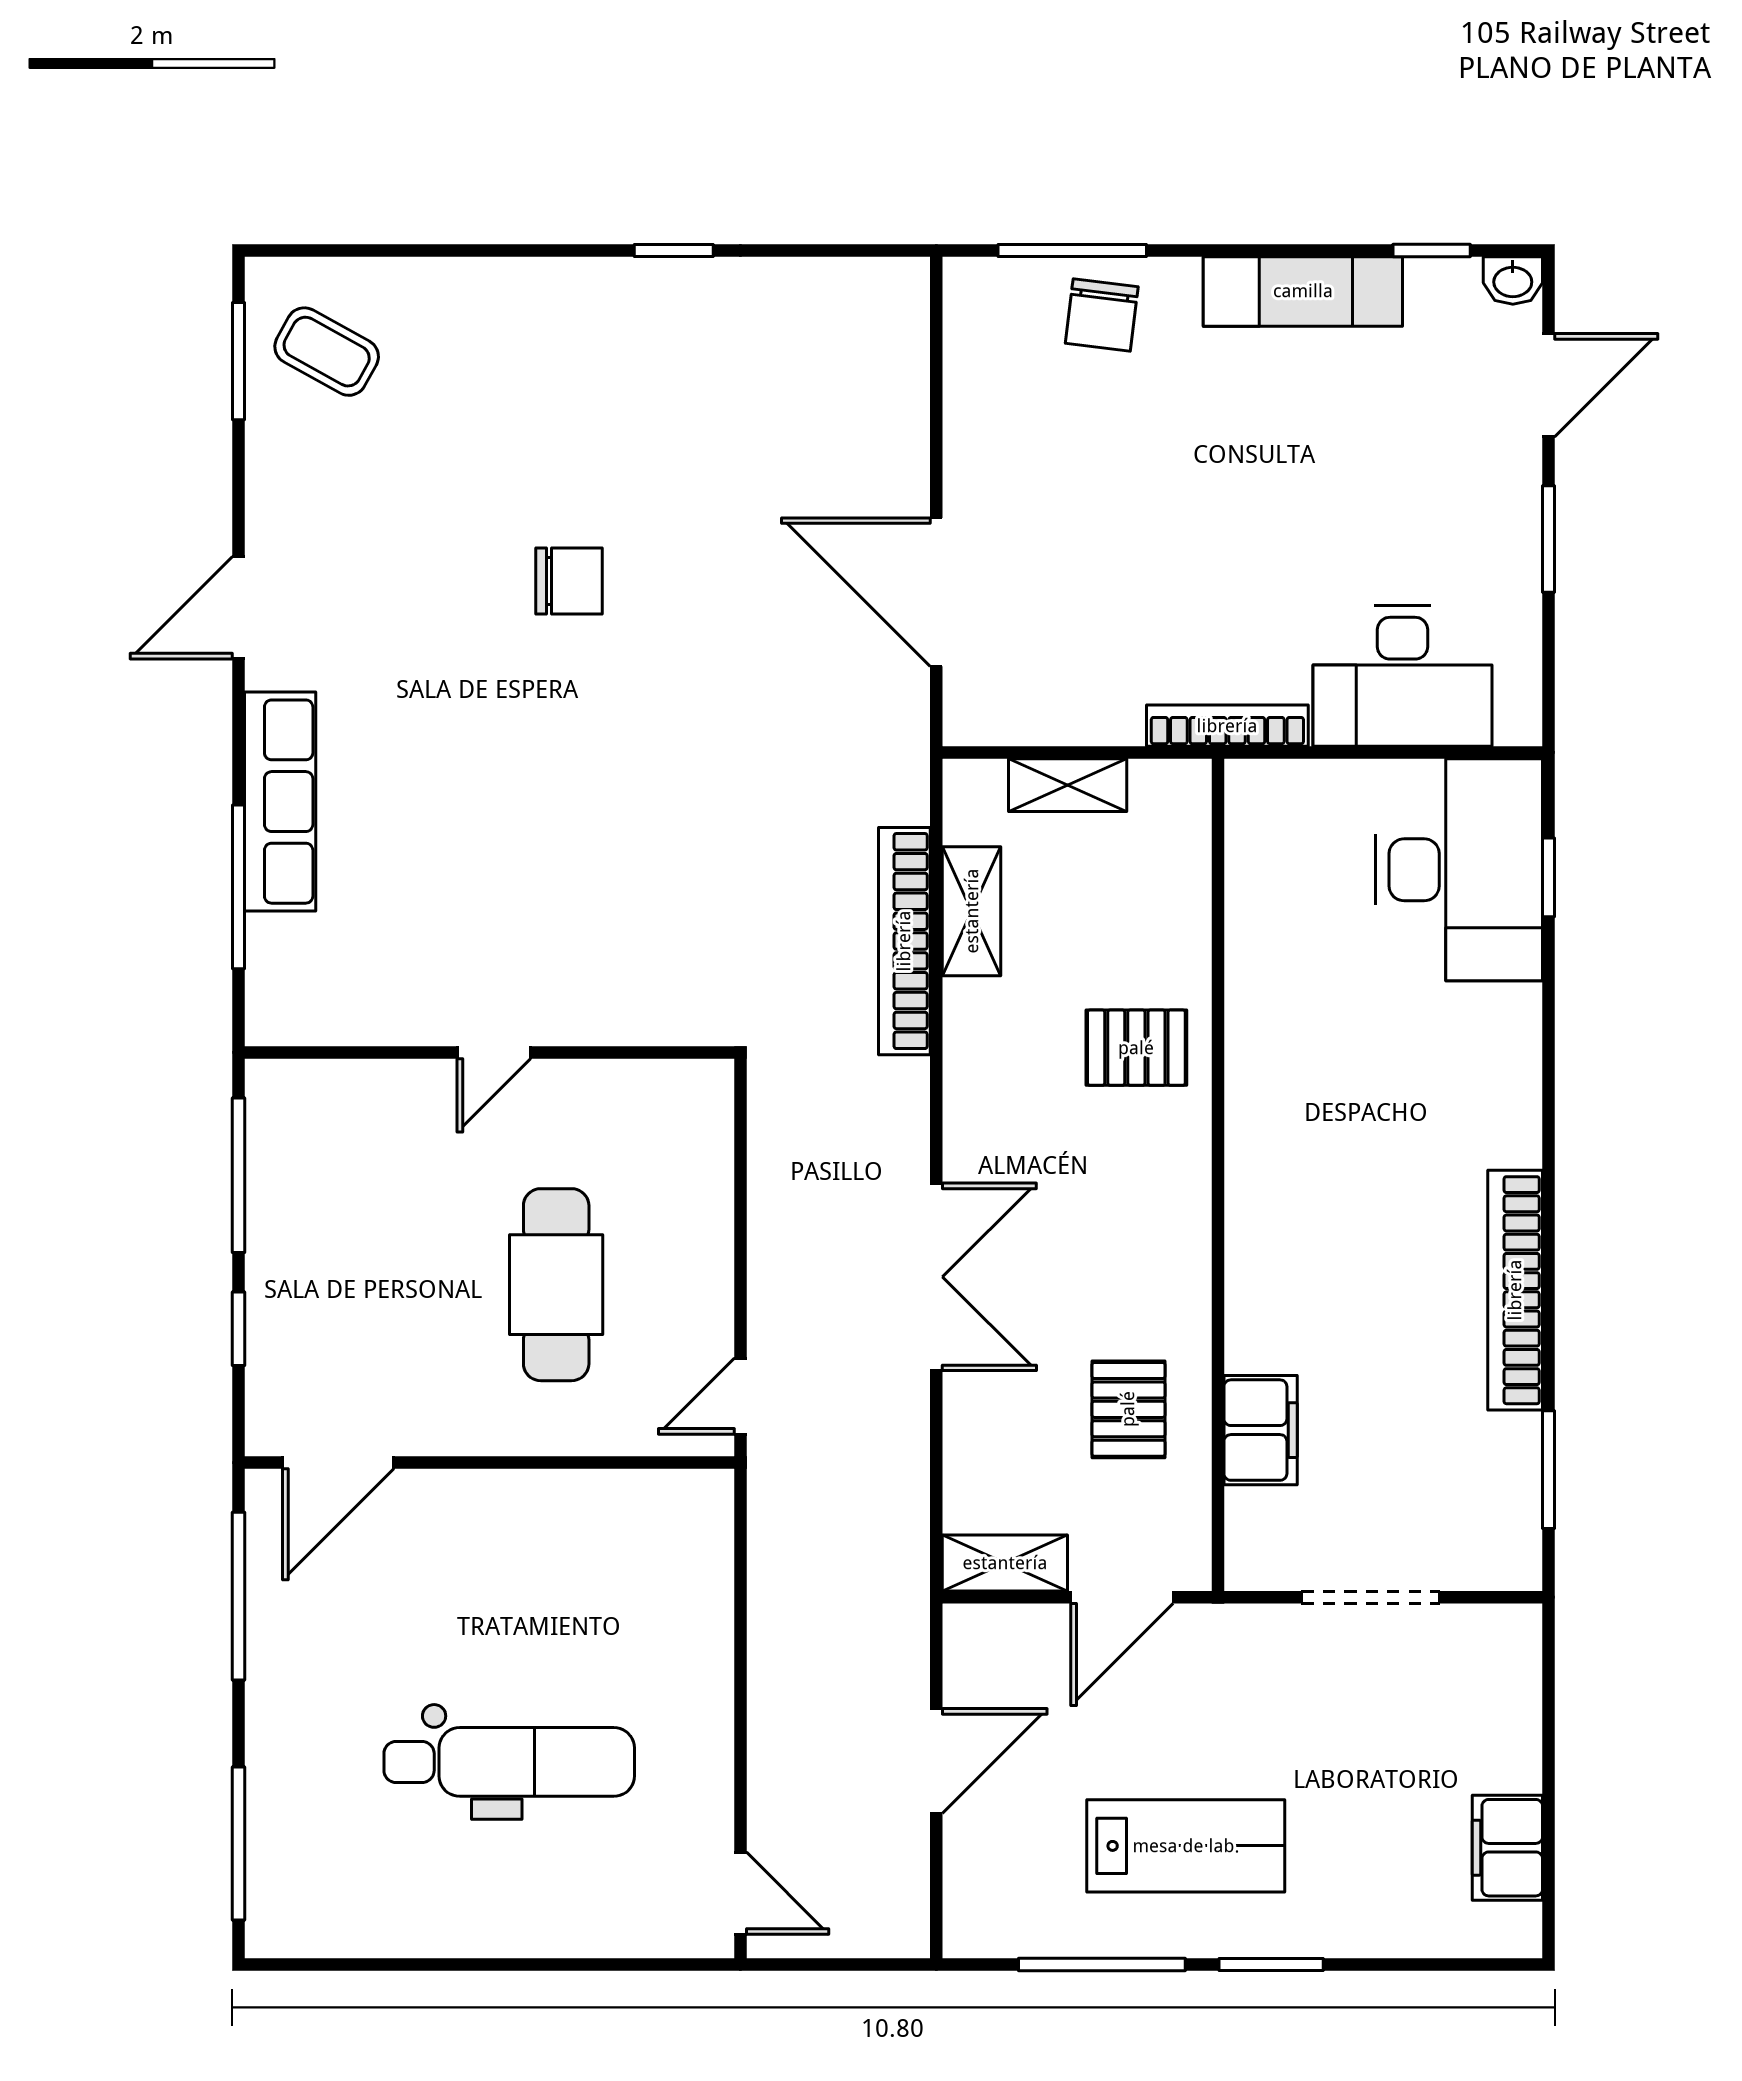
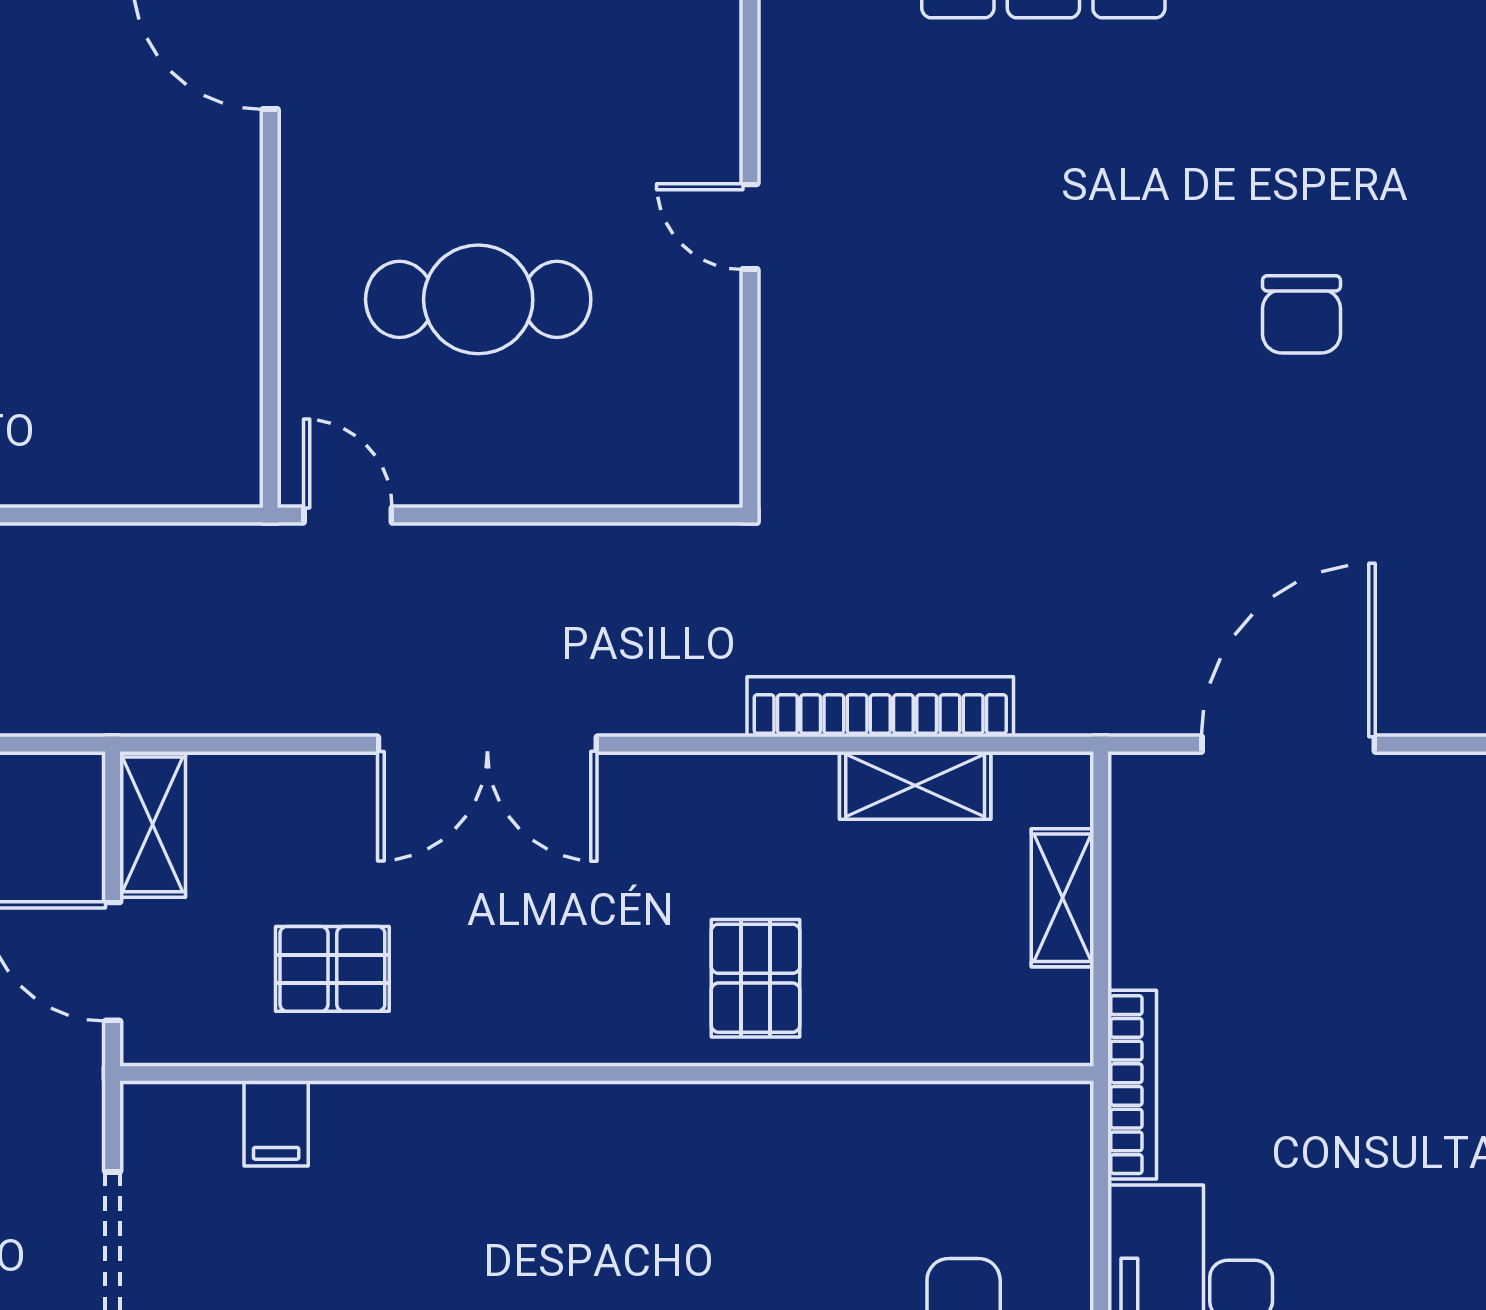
filing cabinet: (1261, 1430) -> (276, 1123), width x0.50

